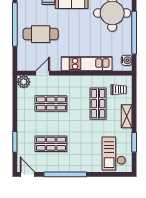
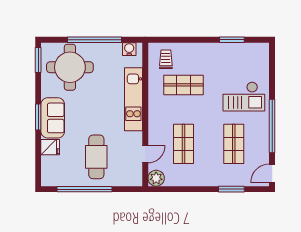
door: (43, 73) -> (145, 154), swing flipped
shelving: (127, 116) -> (199, 49), removed
checkout: (114, 154) -> (244, 96), moved

